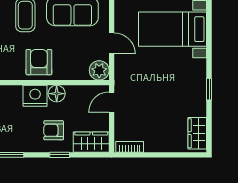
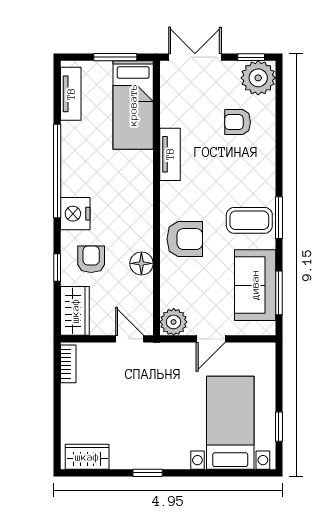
nightstand: (35, 96) -> (75, 214), moved, turned 180

